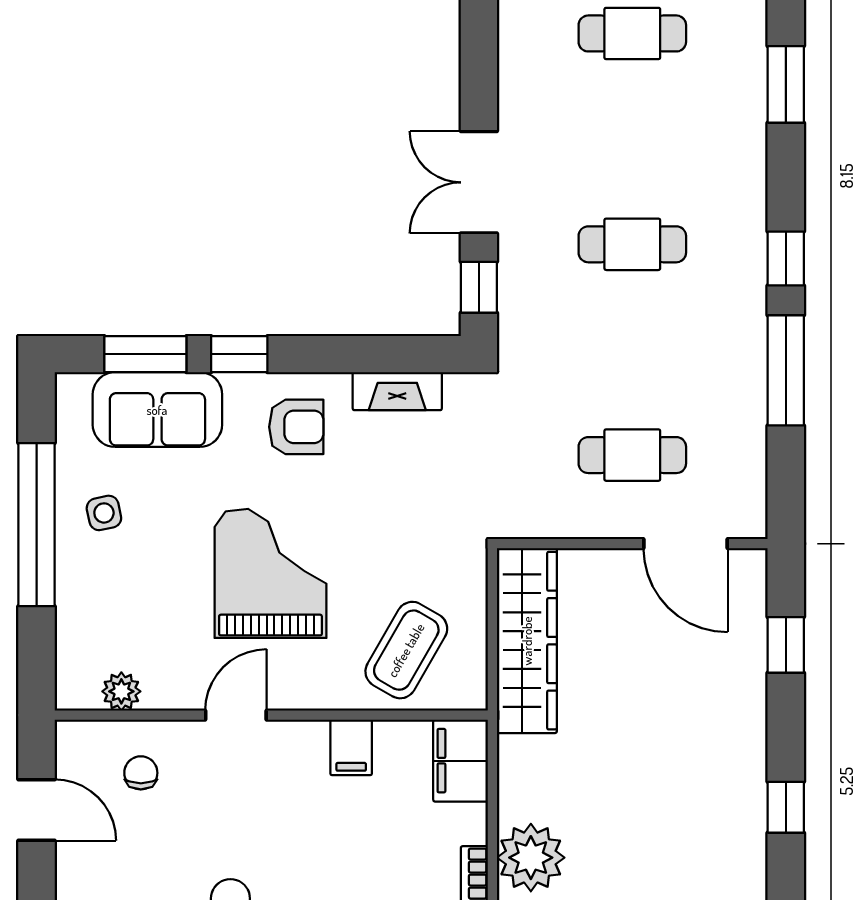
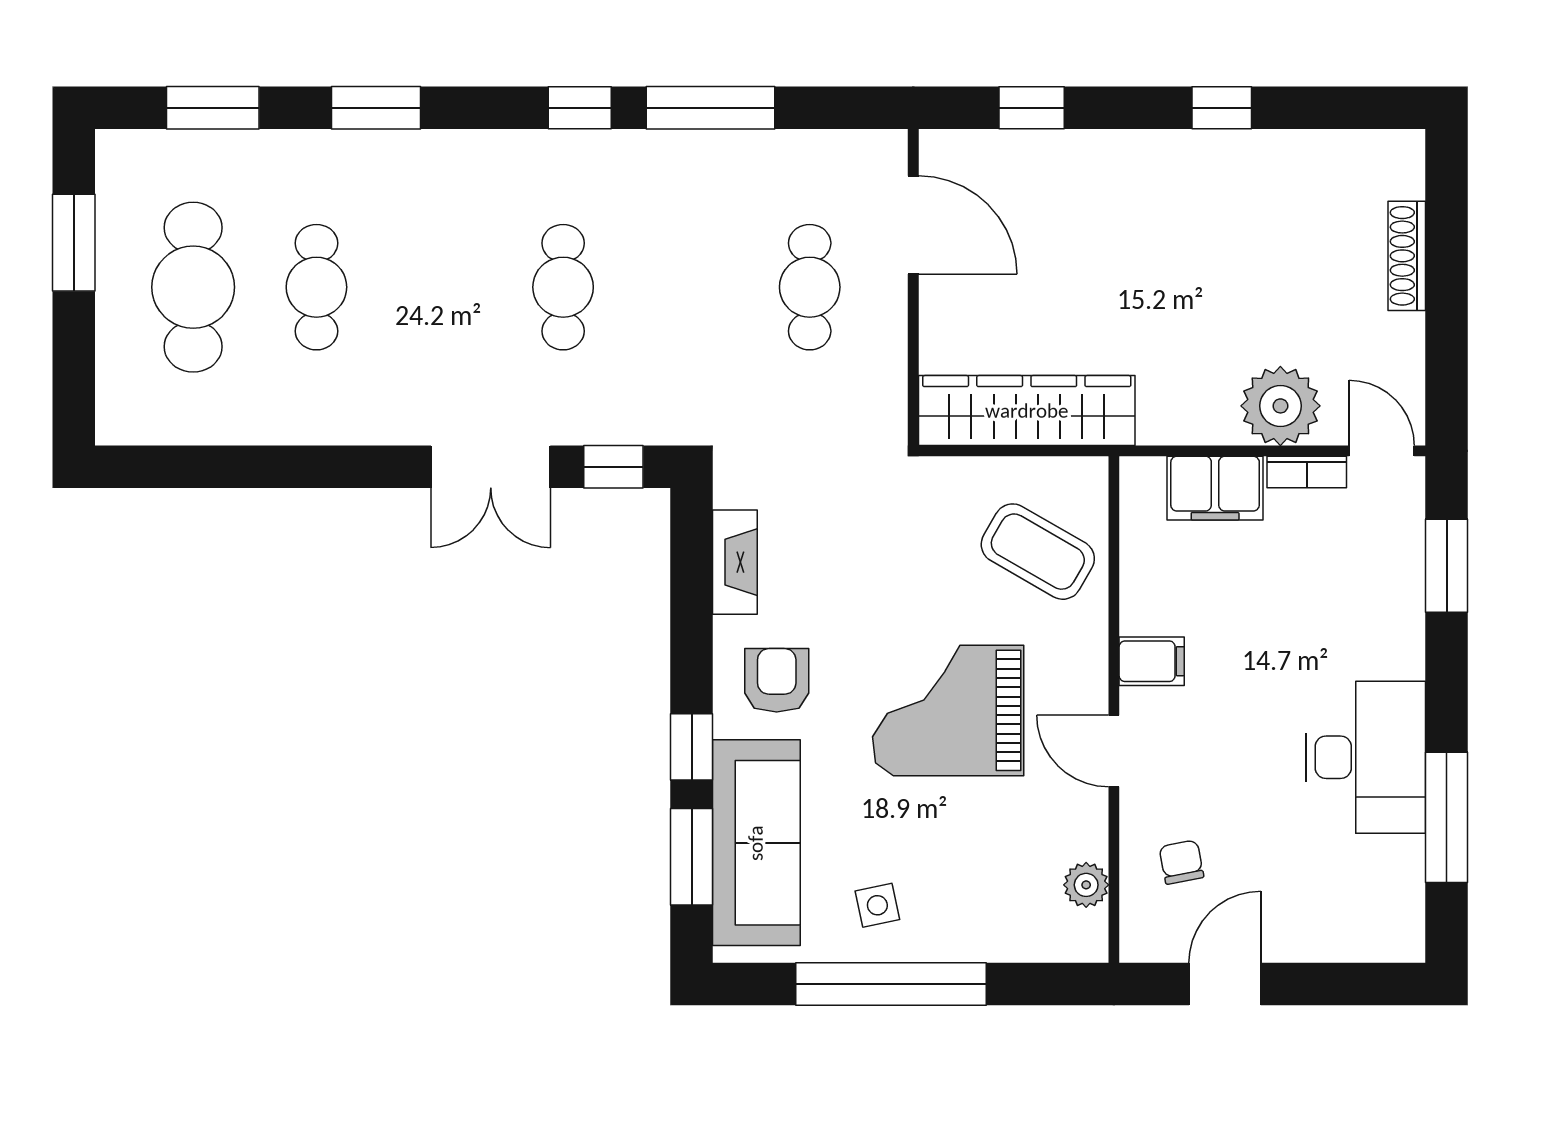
sofa: (157, 410) -> (756, 843), width x1.36
door: (686, 544) -> (913, 225), hinge flipped
filing cabinet: (351, 747) -> (1152, 661), moved
filing cabinet: (461, 761) -> (1215, 488), moved
chair: (141, 773) -> (1181, 862), turned 79

